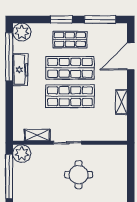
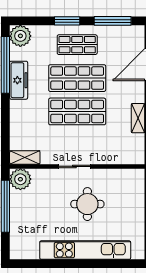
shelving: (37, 135) -> (25, 158), moved

